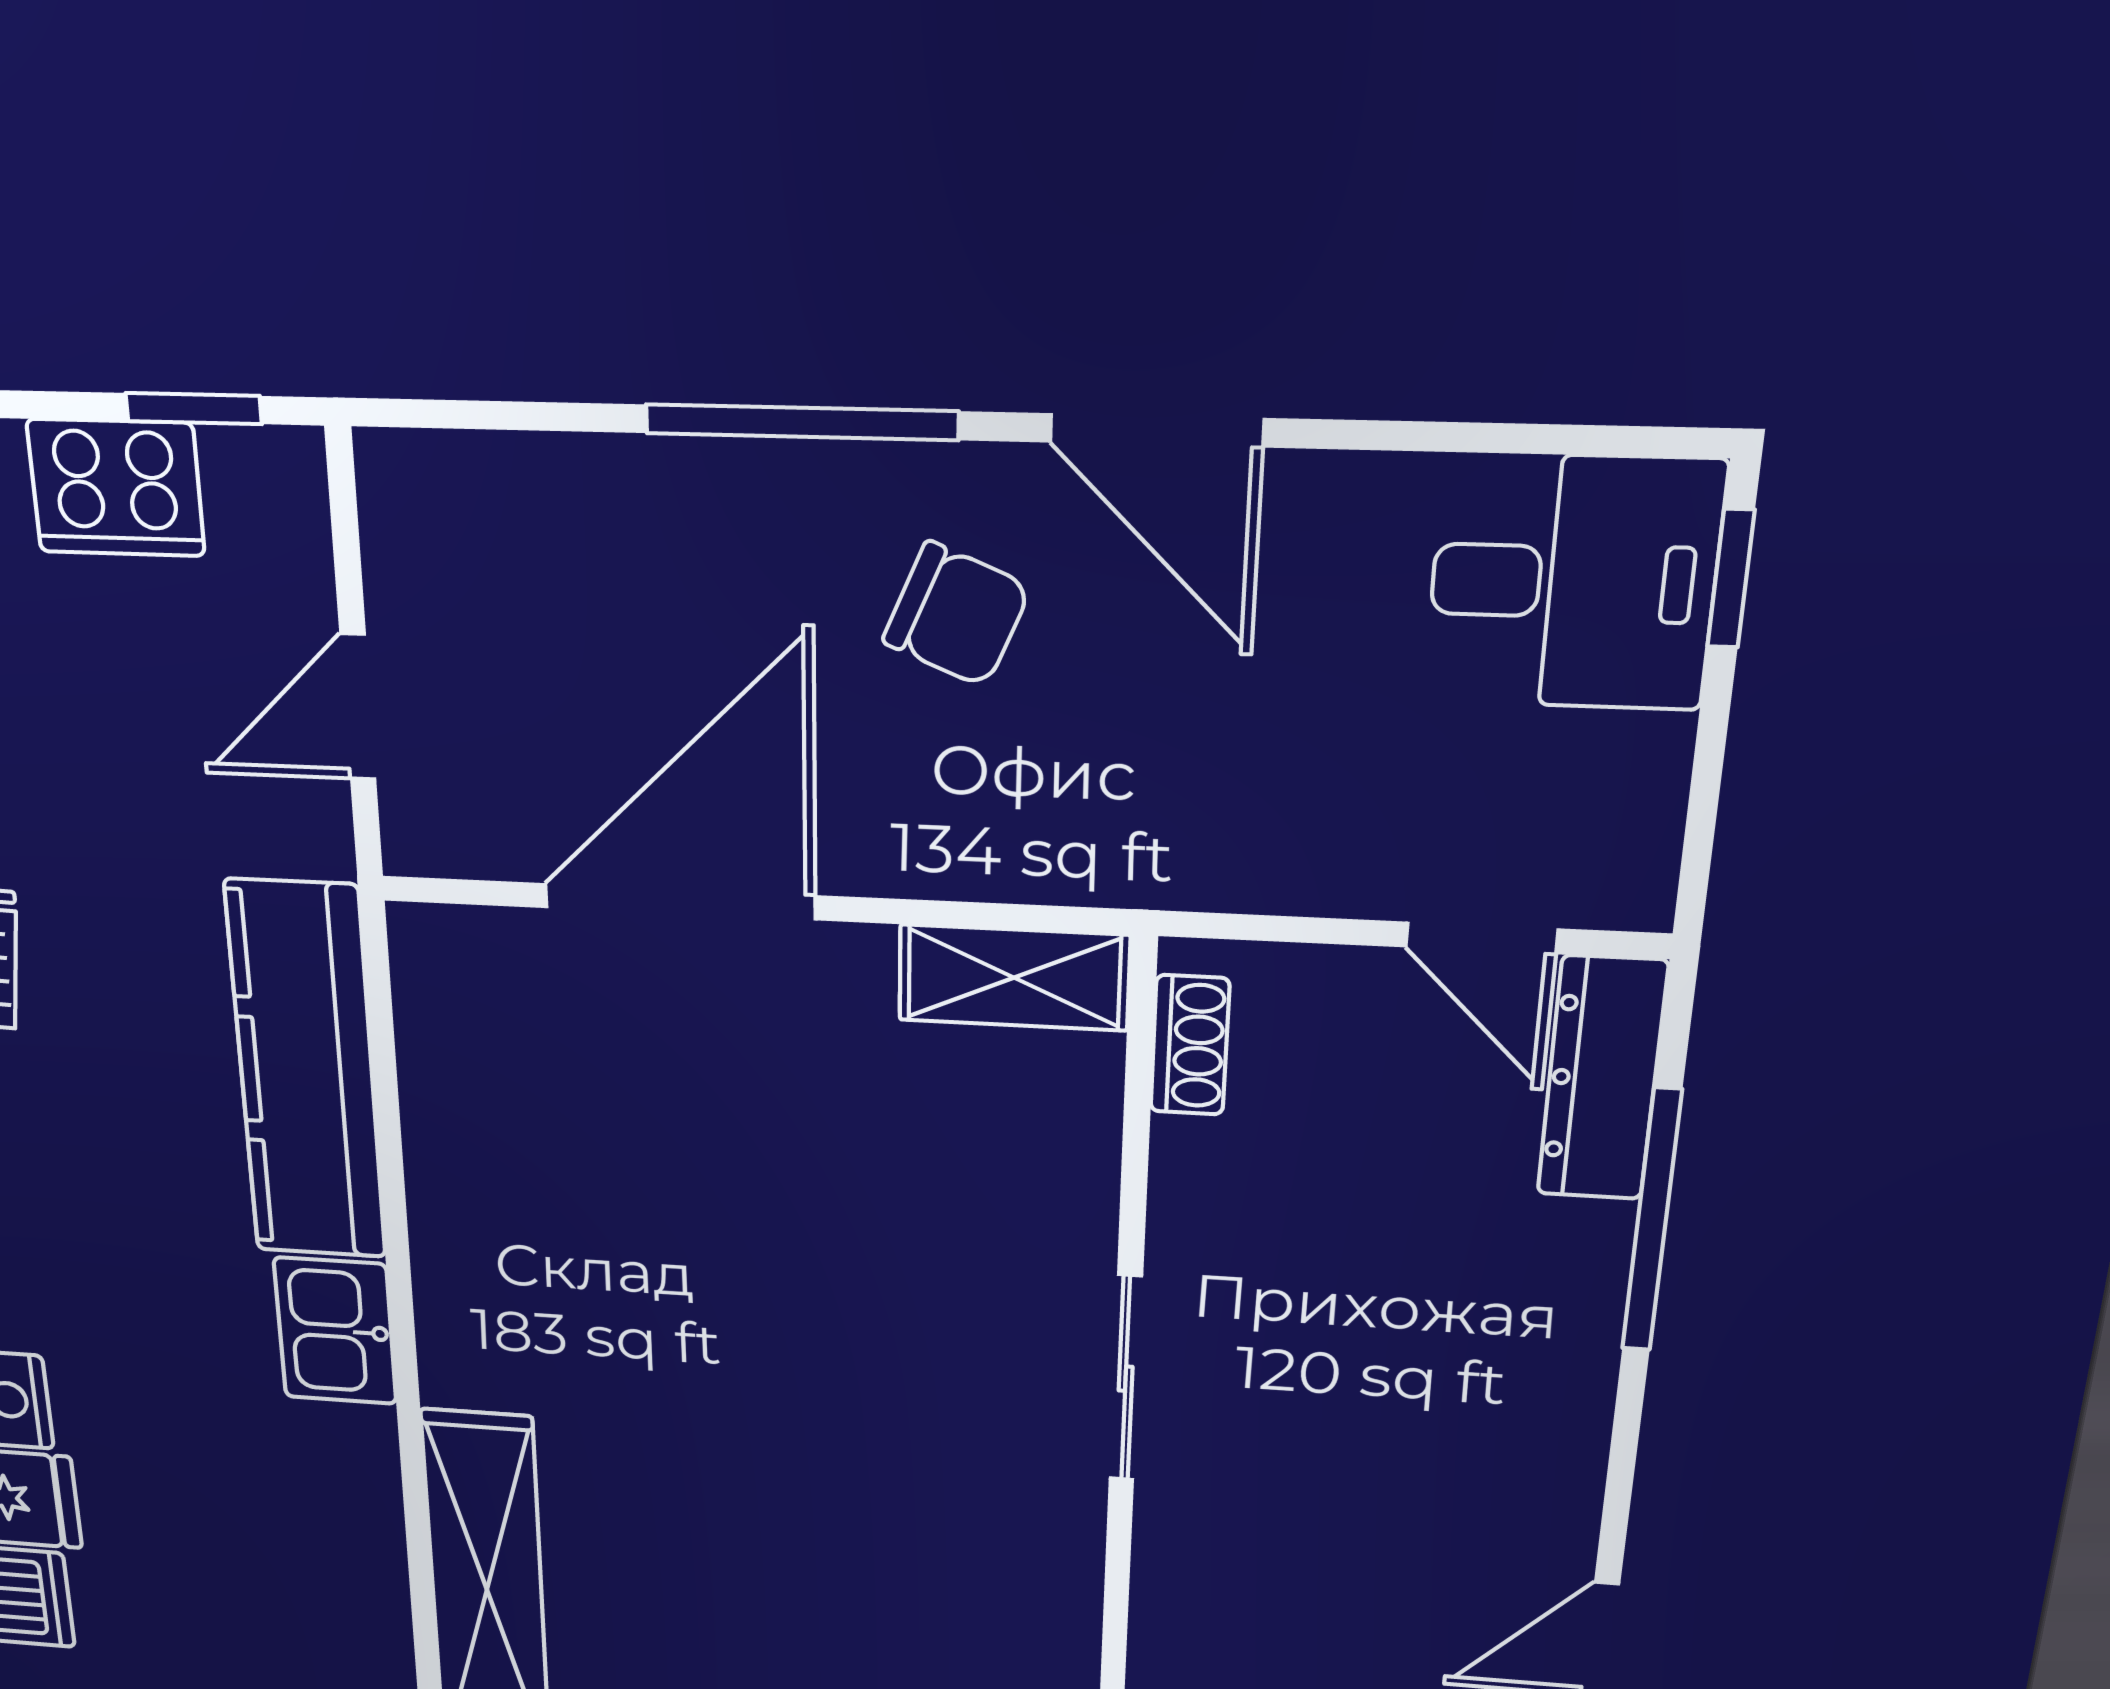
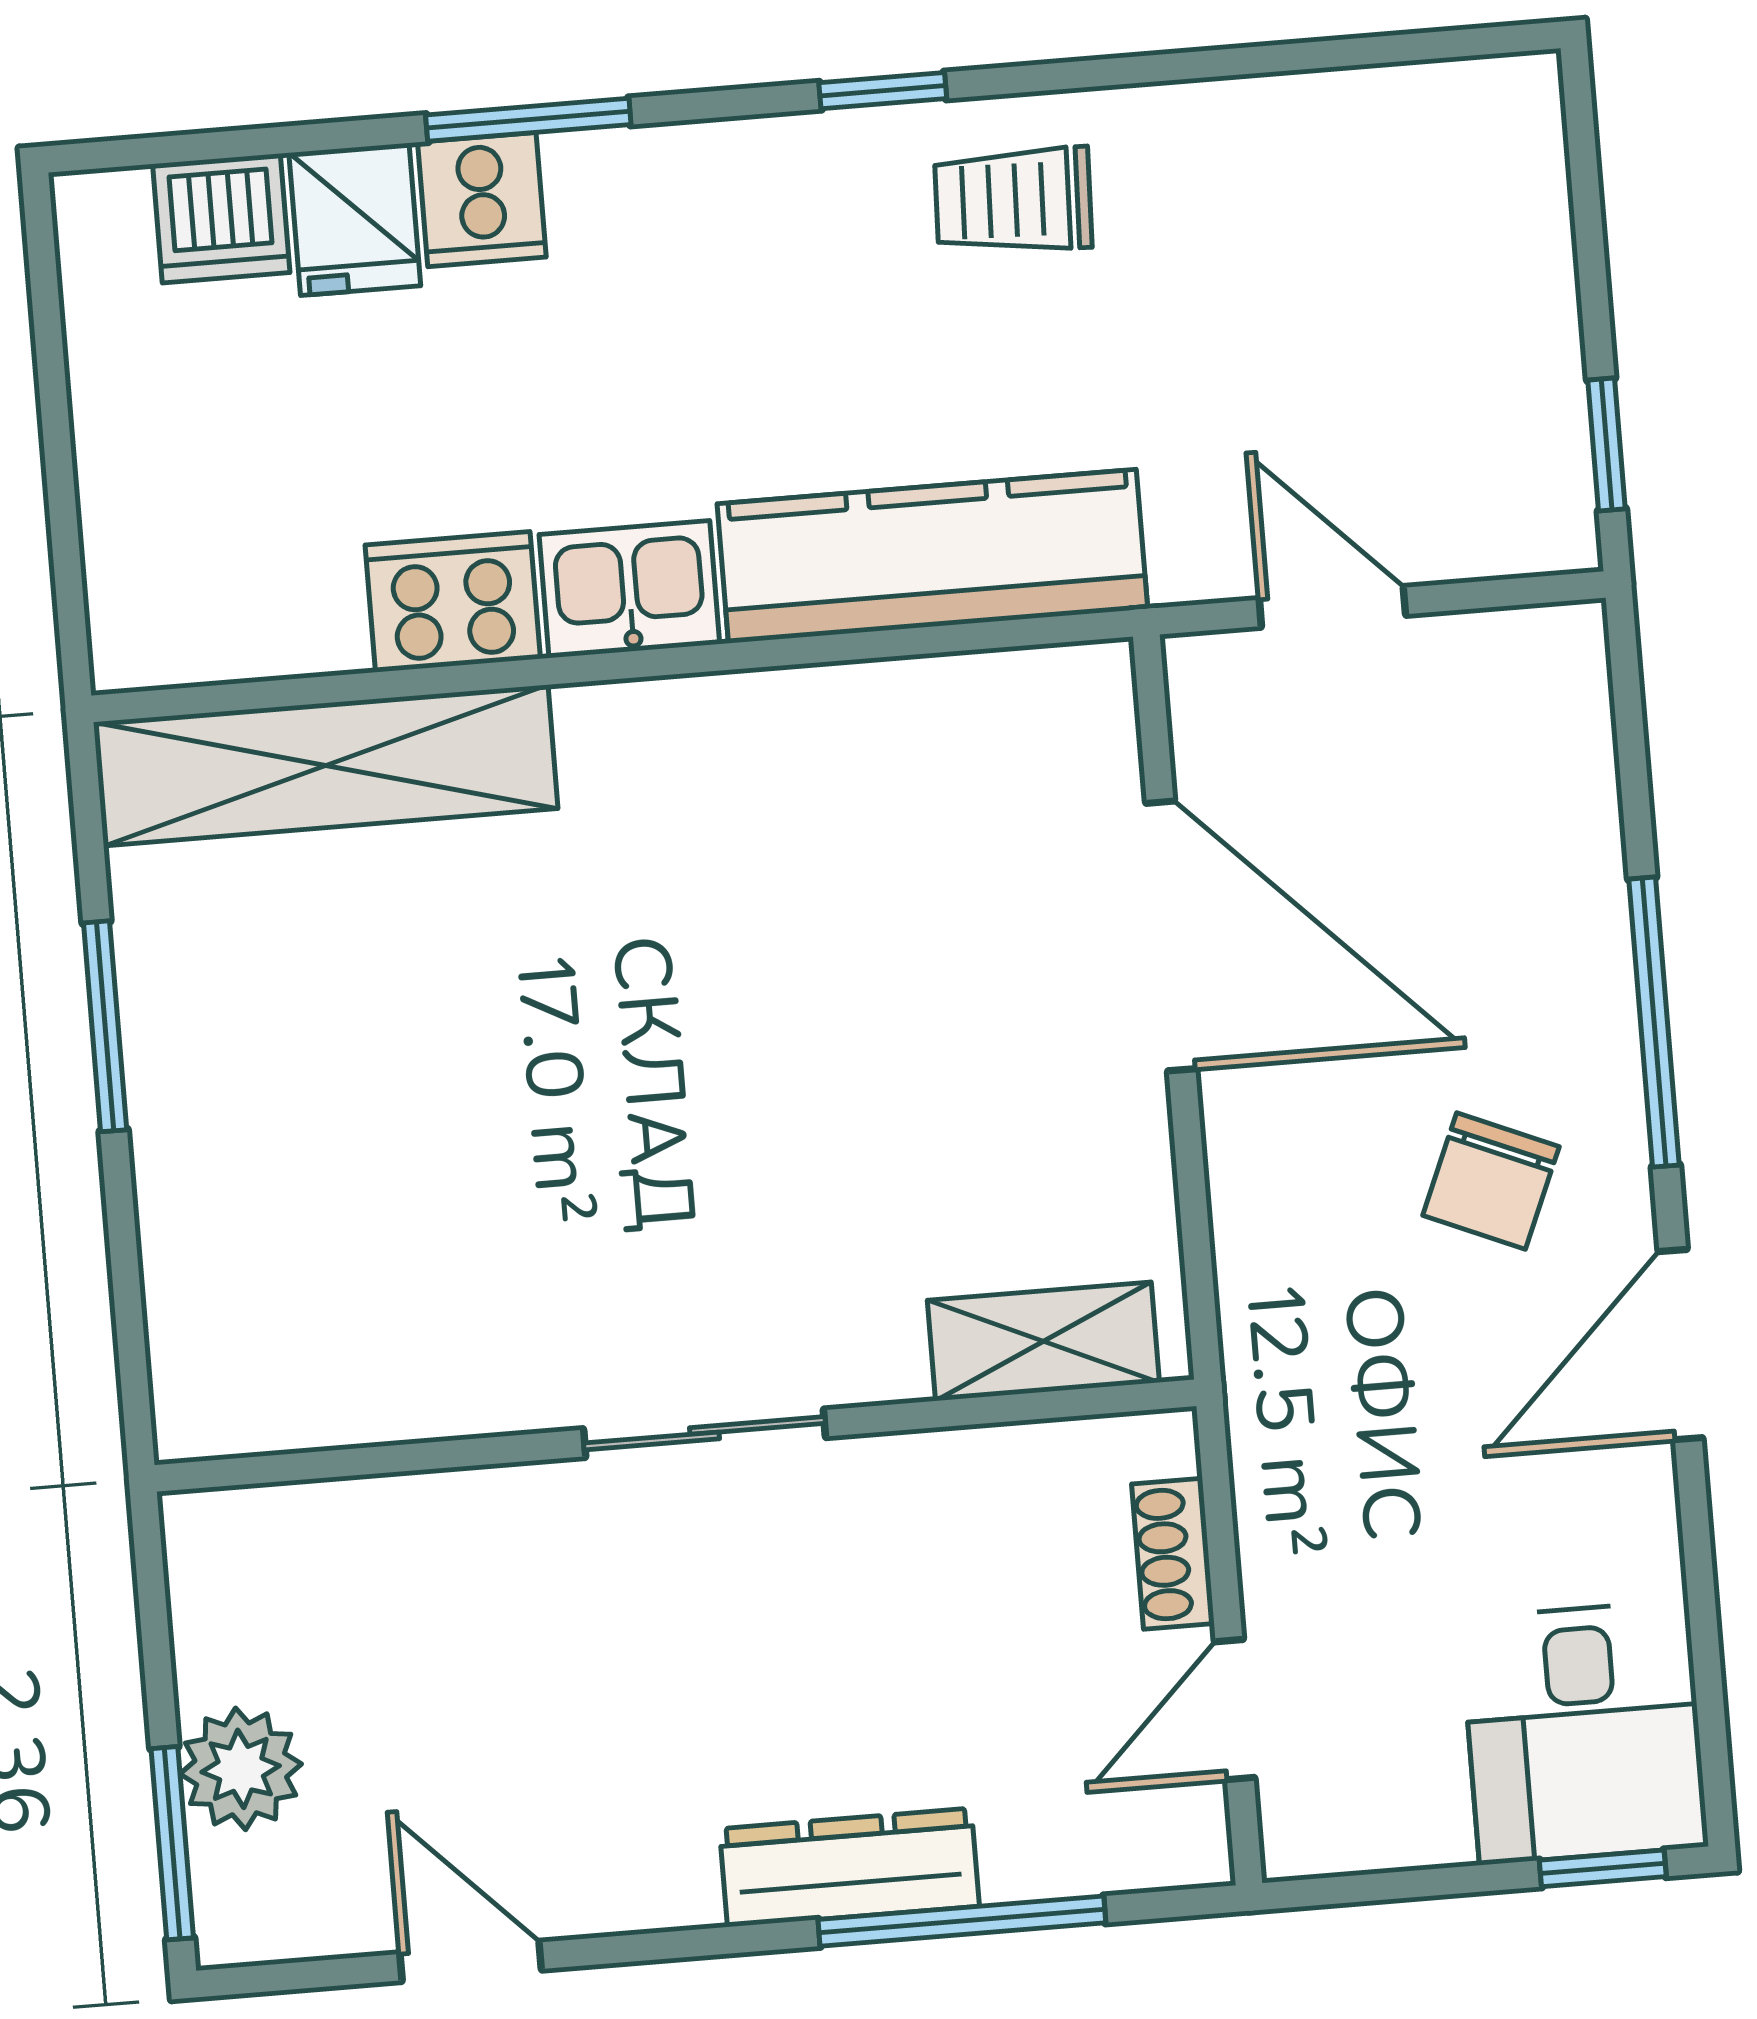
cooker: (116, 488) -> (453, 602), moved, turned 90
shelving: (1014, 978) -> (1043, 1341), moved, turned 90
shoe rack: (1190, 1045) -> (1173, 1554), moved, turned 90
dresser: (1602, 1079) -> (849, 1867), moved

